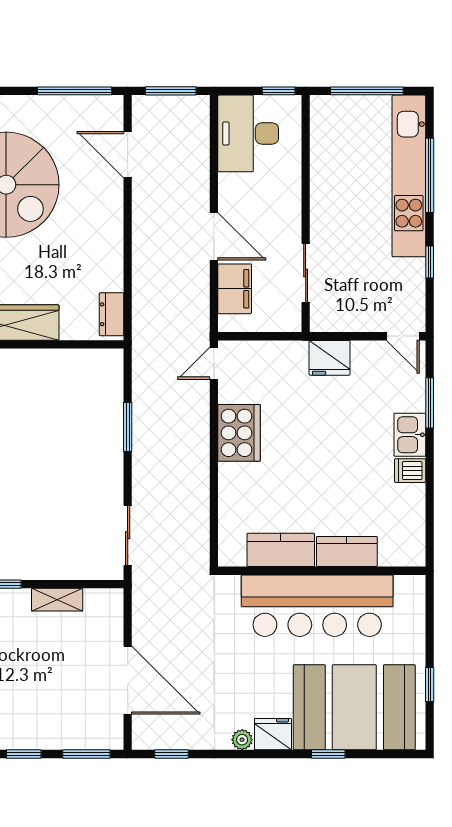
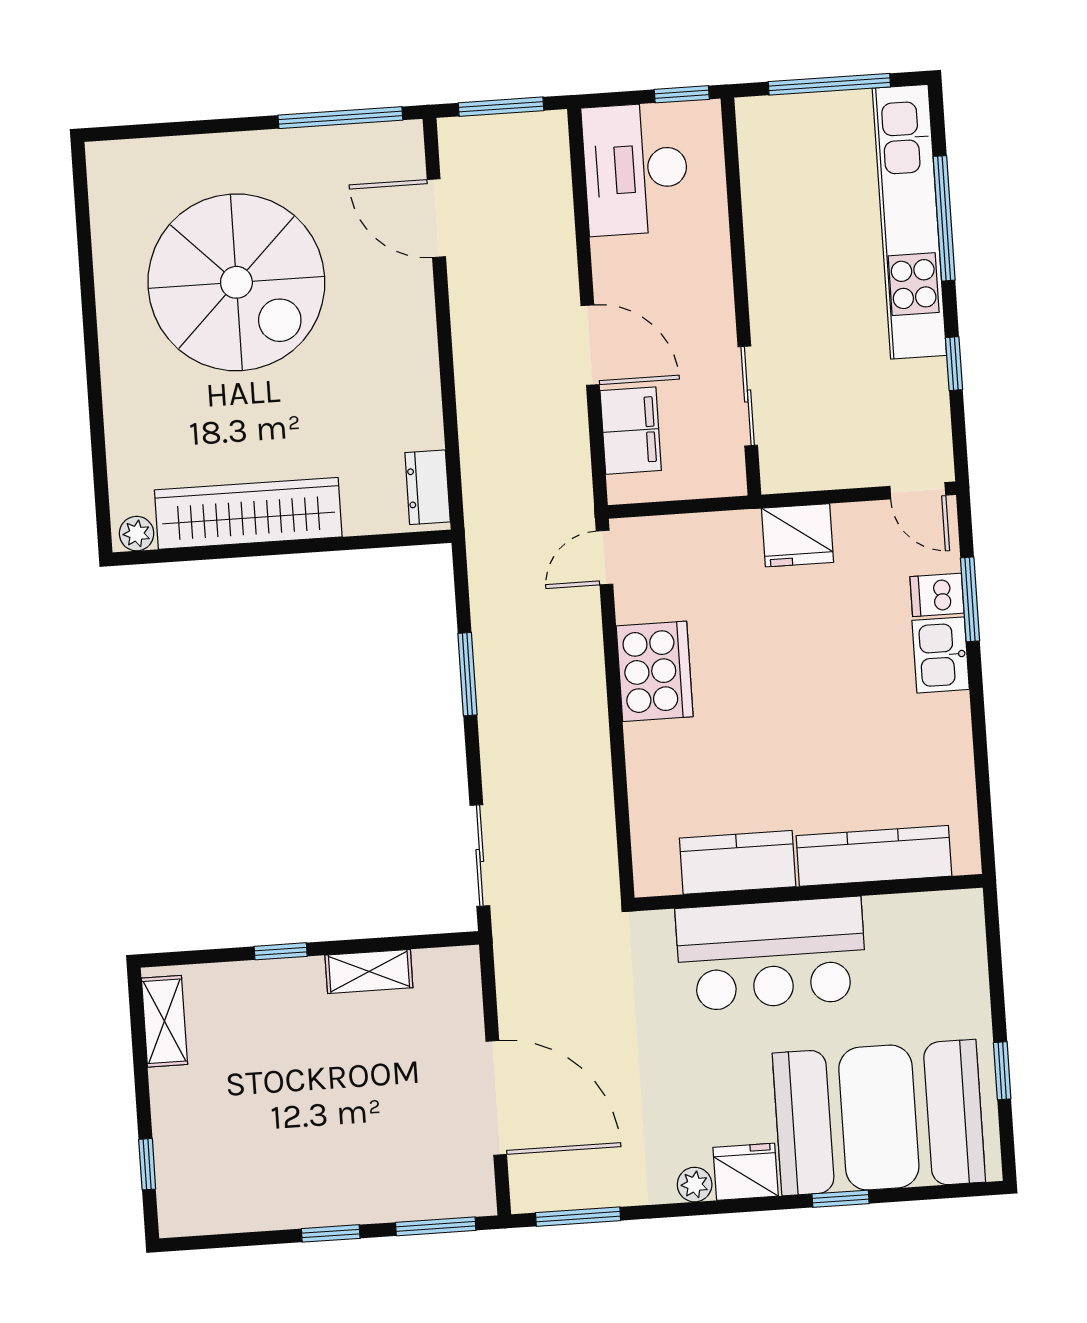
dishwasher: (410, 471) -> (937, 595), moved
kitchen counter: (347, 552) -> (874, 856), width x1.50
bar counter: (317, 606) -> (771, 954), width x0.73
window: (171, 754) -> (578, 1217), width x1.50

